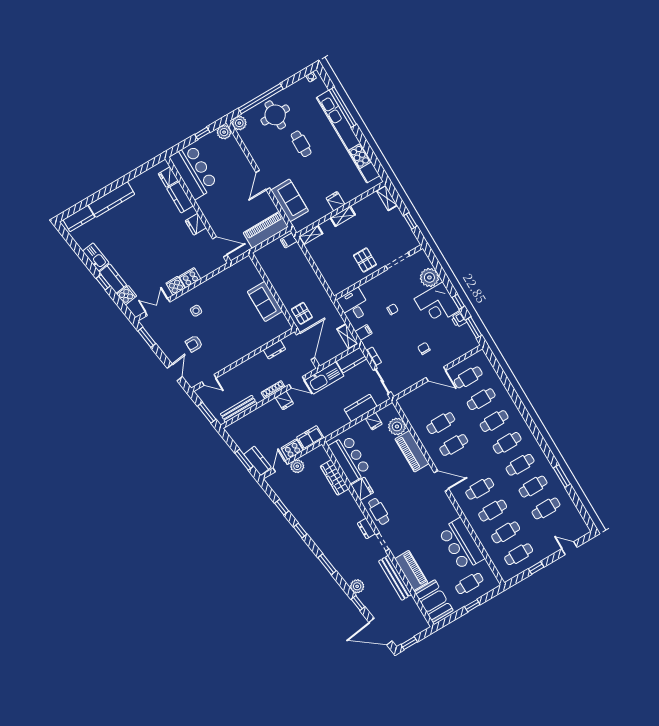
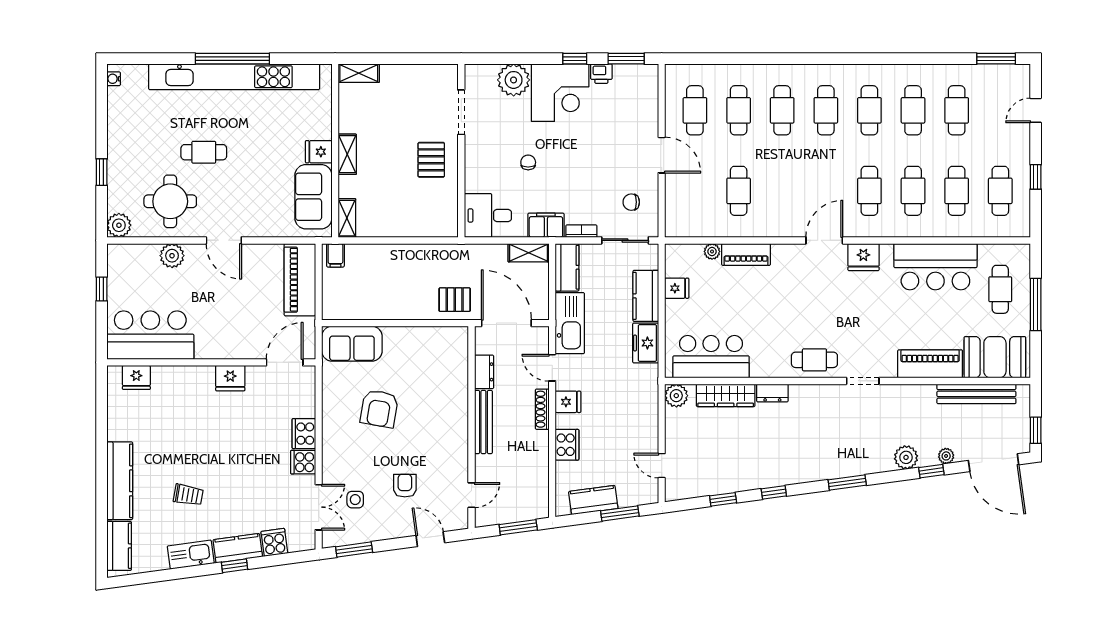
window: (261, 99) -> (102, 172), width x0.32
window: (343, 107) -> (232, 59), moved
round table: (275, 115) -> (170, 201), moved
plant: (224, 132) -> (172, 256), moved
kitchen counter: (180, 197) -> (177, 378), removed
sofa: (290, 200) -> (313, 197), moved, turned -90
window: (410, 221) -> (413, 59), removed
trolley: (125, 238) -> (188, 495), added
pallet: (365, 260) -> (431, 160), turned 90
sofa: (265, 301) -> (352, 344), moved
double door: (157, 307) -> (319, 507), swing flipped
armchair: (225, 308) -> (379, 409), added
side table: (196, 311) -> (355, 500), moved
filing cabinet: (364, 332) -> (546, 225), width x2.00
armchair: (194, 344) -> (405, 486), turned 180
chair: (424, 348) -> (631, 202), moved
door: (436, 374) -> (662, 155), hinge flipped
door: (297, 382) -> (552, 368), swing flipped
bench: (239, 409) -> (483, 422), moved
plant: (397, 426) -> (712, 252), width x0.53, depth x0.53
freezer: (310, 438) -> (646, 343), moved
cafe table: (454, 445) -> (782, 191), removed
cooker: (292, 449) -> (567, 445), moved, turned 180
piano: (412, 451) -> (746, 254), width x0.73, depth x0.75
kitchen counter: (257, 461) -> (593, 500), moved
plant: (297, 466) -> (676, 396), moved
window: (562, 476) -> (996, 59), moved
fridge: (362, 489) -> (863, 257), moved, turned 180
dresser: (366, 528) -> (772, 393), moved
bench: (395, 578) -> (976, 394), moved
plant: (370, 606) -> (946, 456), added
window: (472, 606) -> (1036, 304), width x2.17
door: (381, 632) -> (994, 463), hinge flipped

